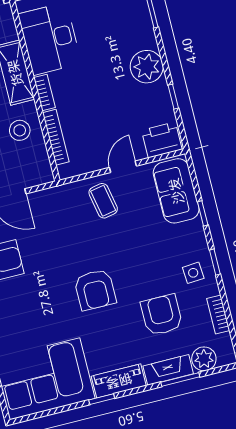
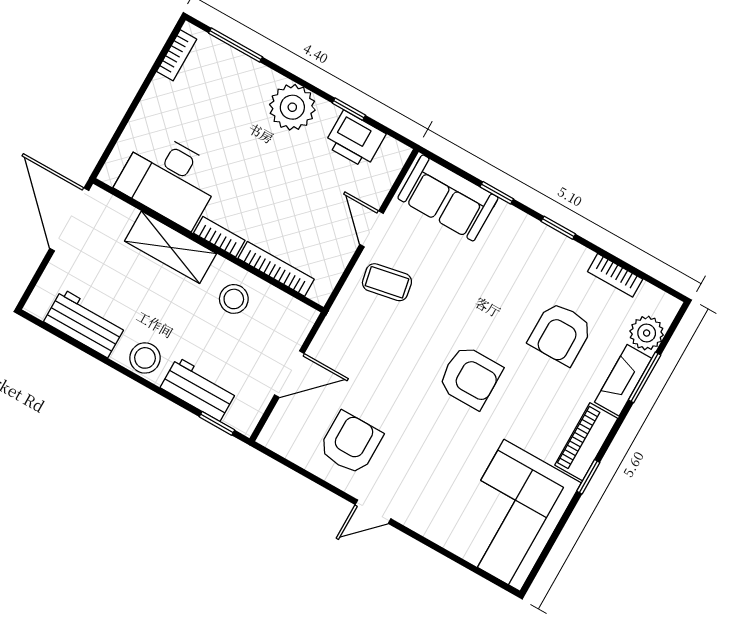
printer: (162, 140) -> (355, 139), moved, turned -90
side table: (193, 273) -> (548, 260), removed
armchair: (162, 315) -> (561, 334), turned -90

